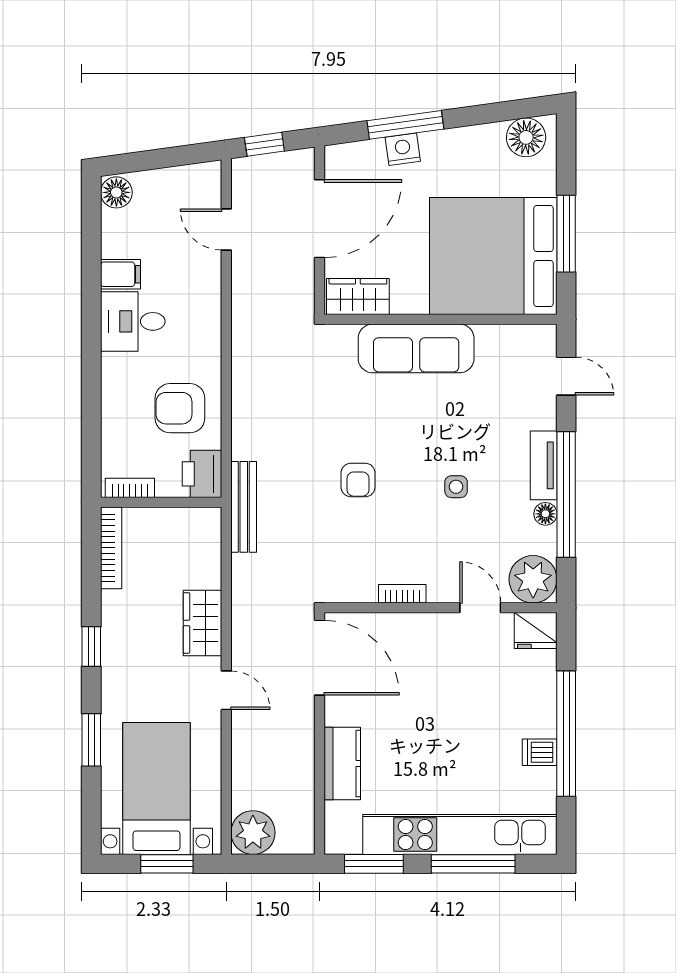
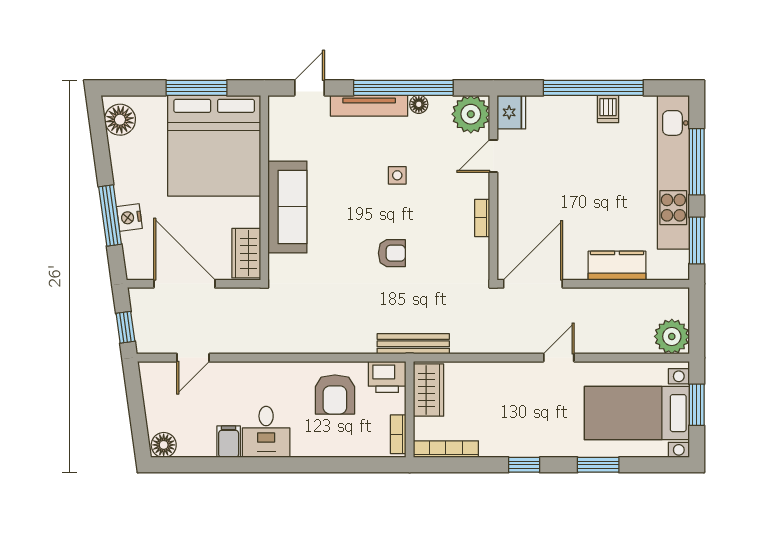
tv unit: (544, 465) -> (369, 106), width x1.41
wardrobe: (203, 623) -> (428, 390), moved, turned -90

